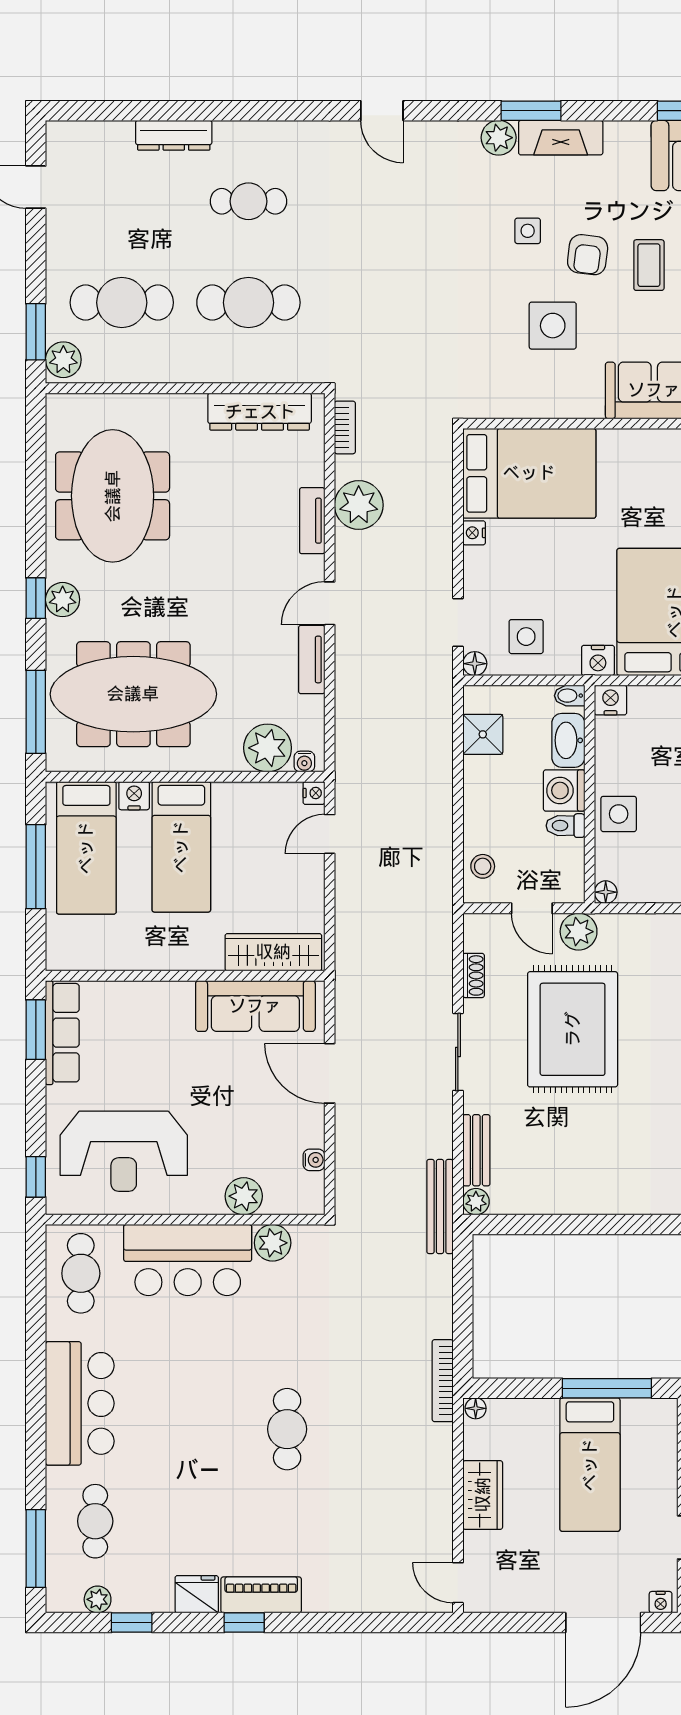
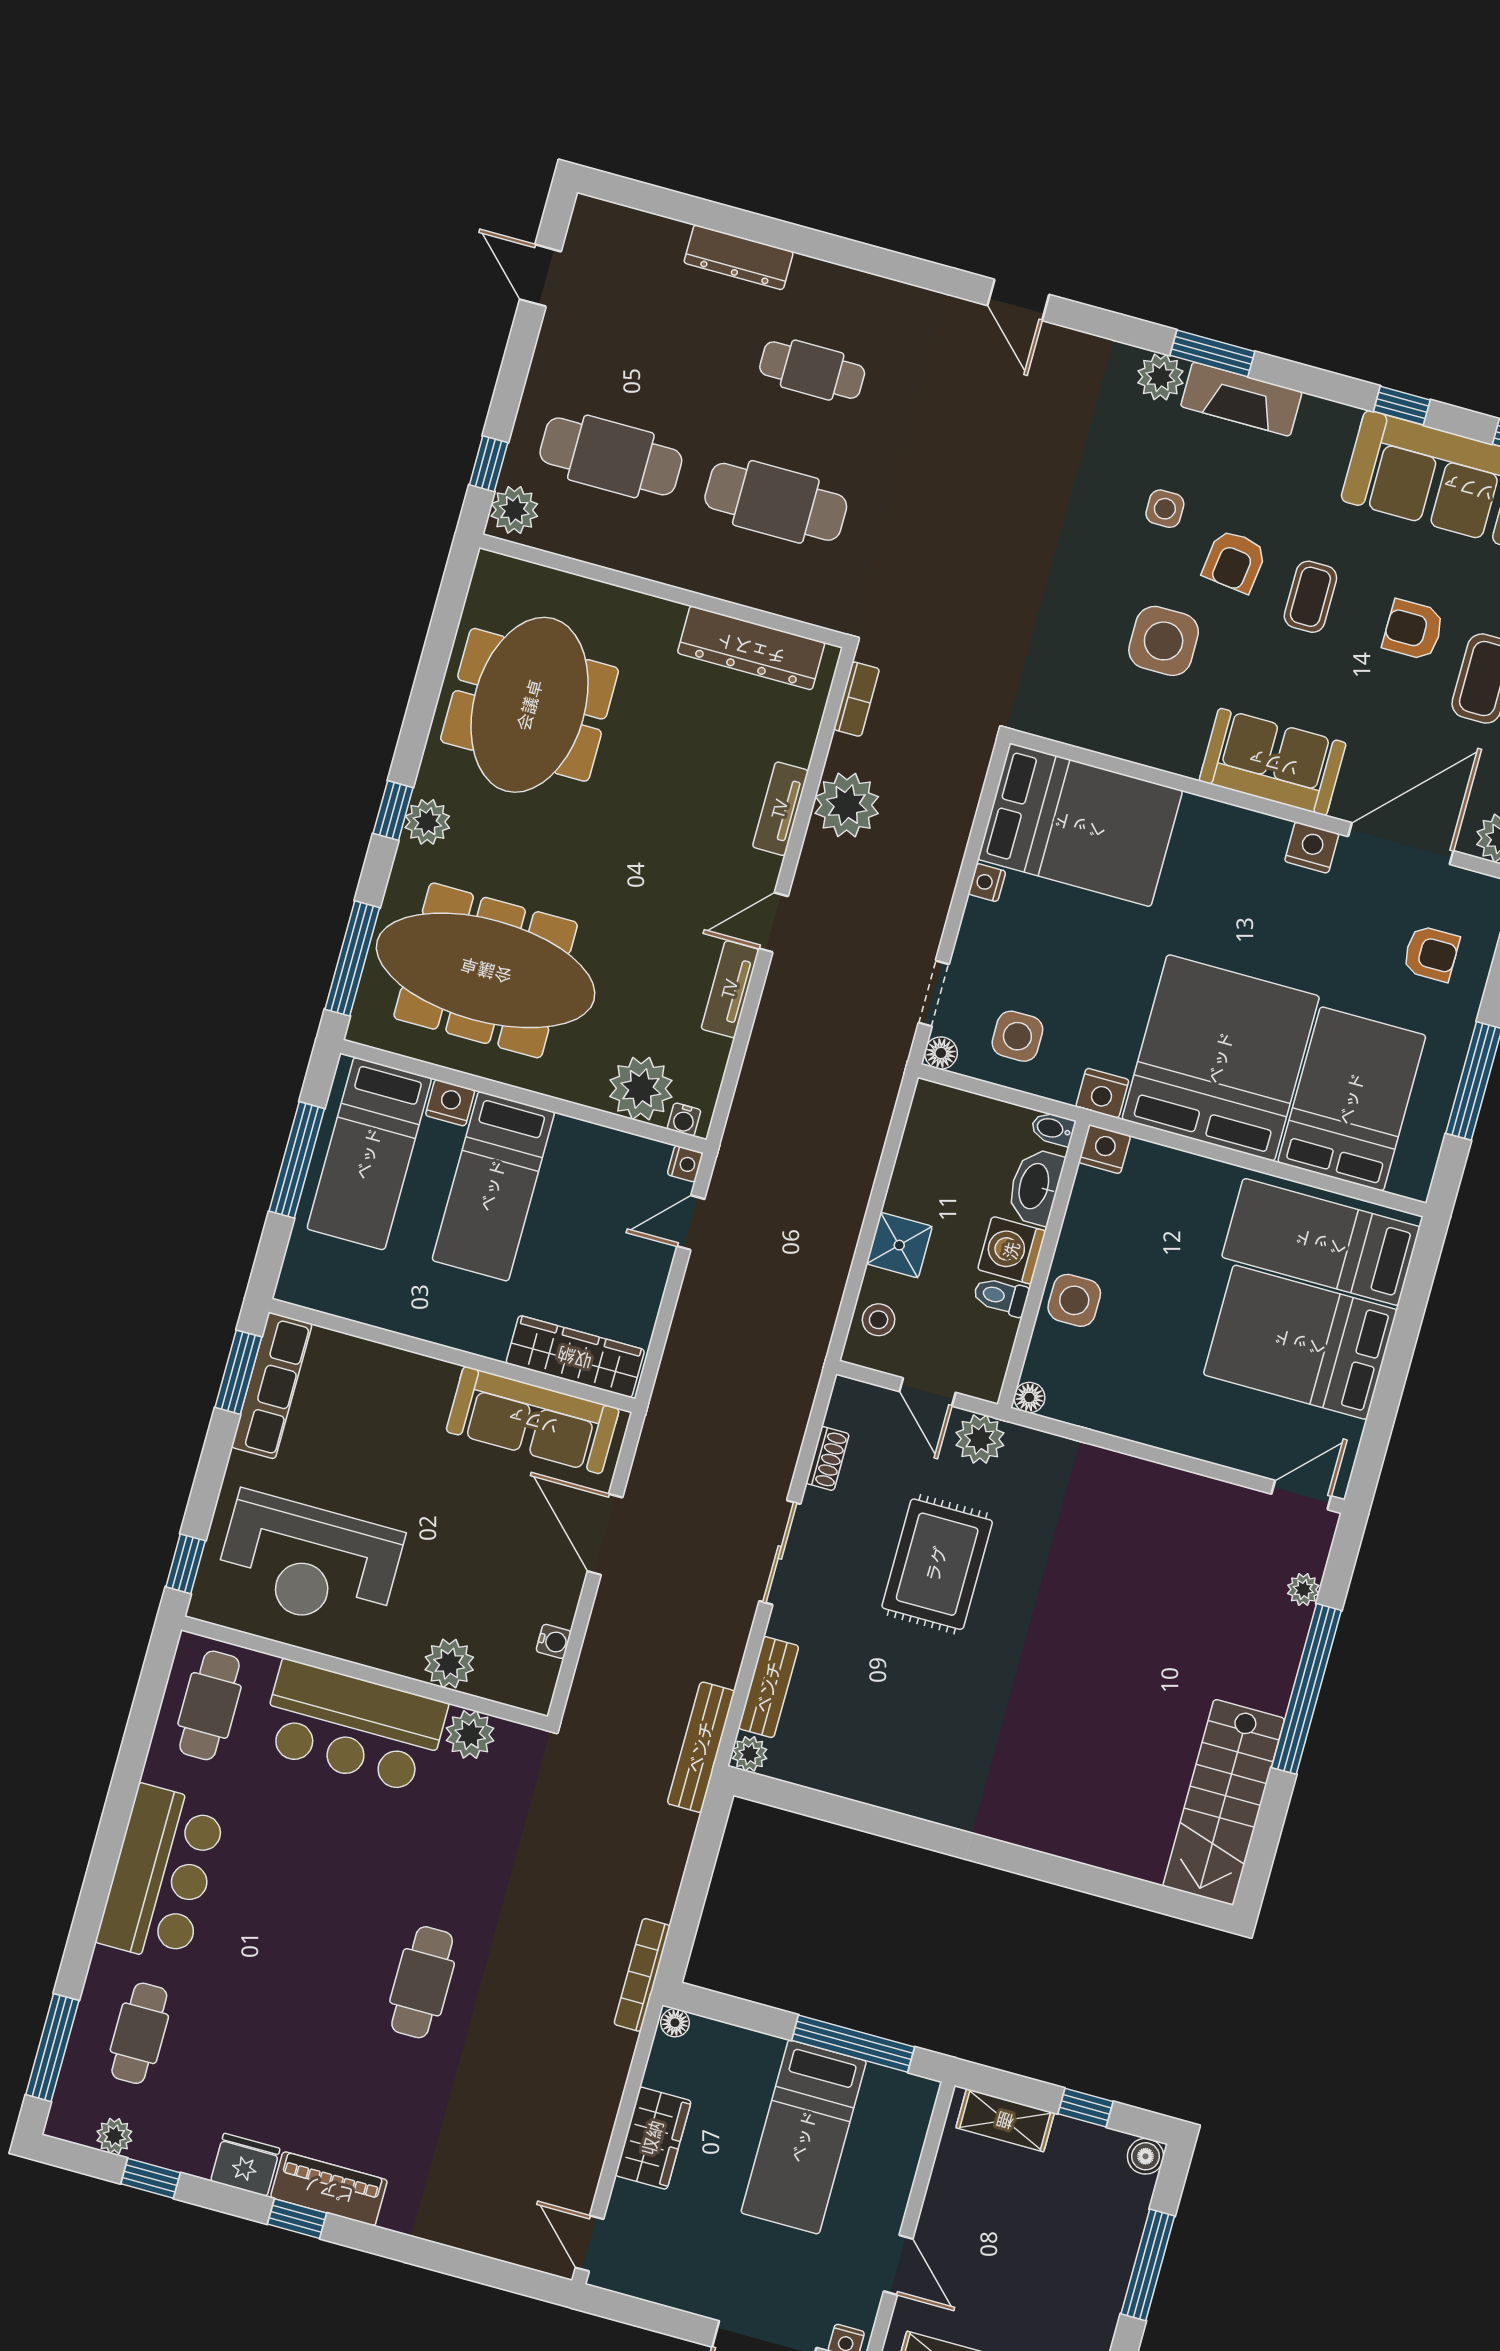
window: (36, 332) -> (489, 464), width x0.67
shower: (483, 734) -> (899, 1245), moved
rug: (573, 1029) -> (937, 1564), width x0.73, depth x0.69

